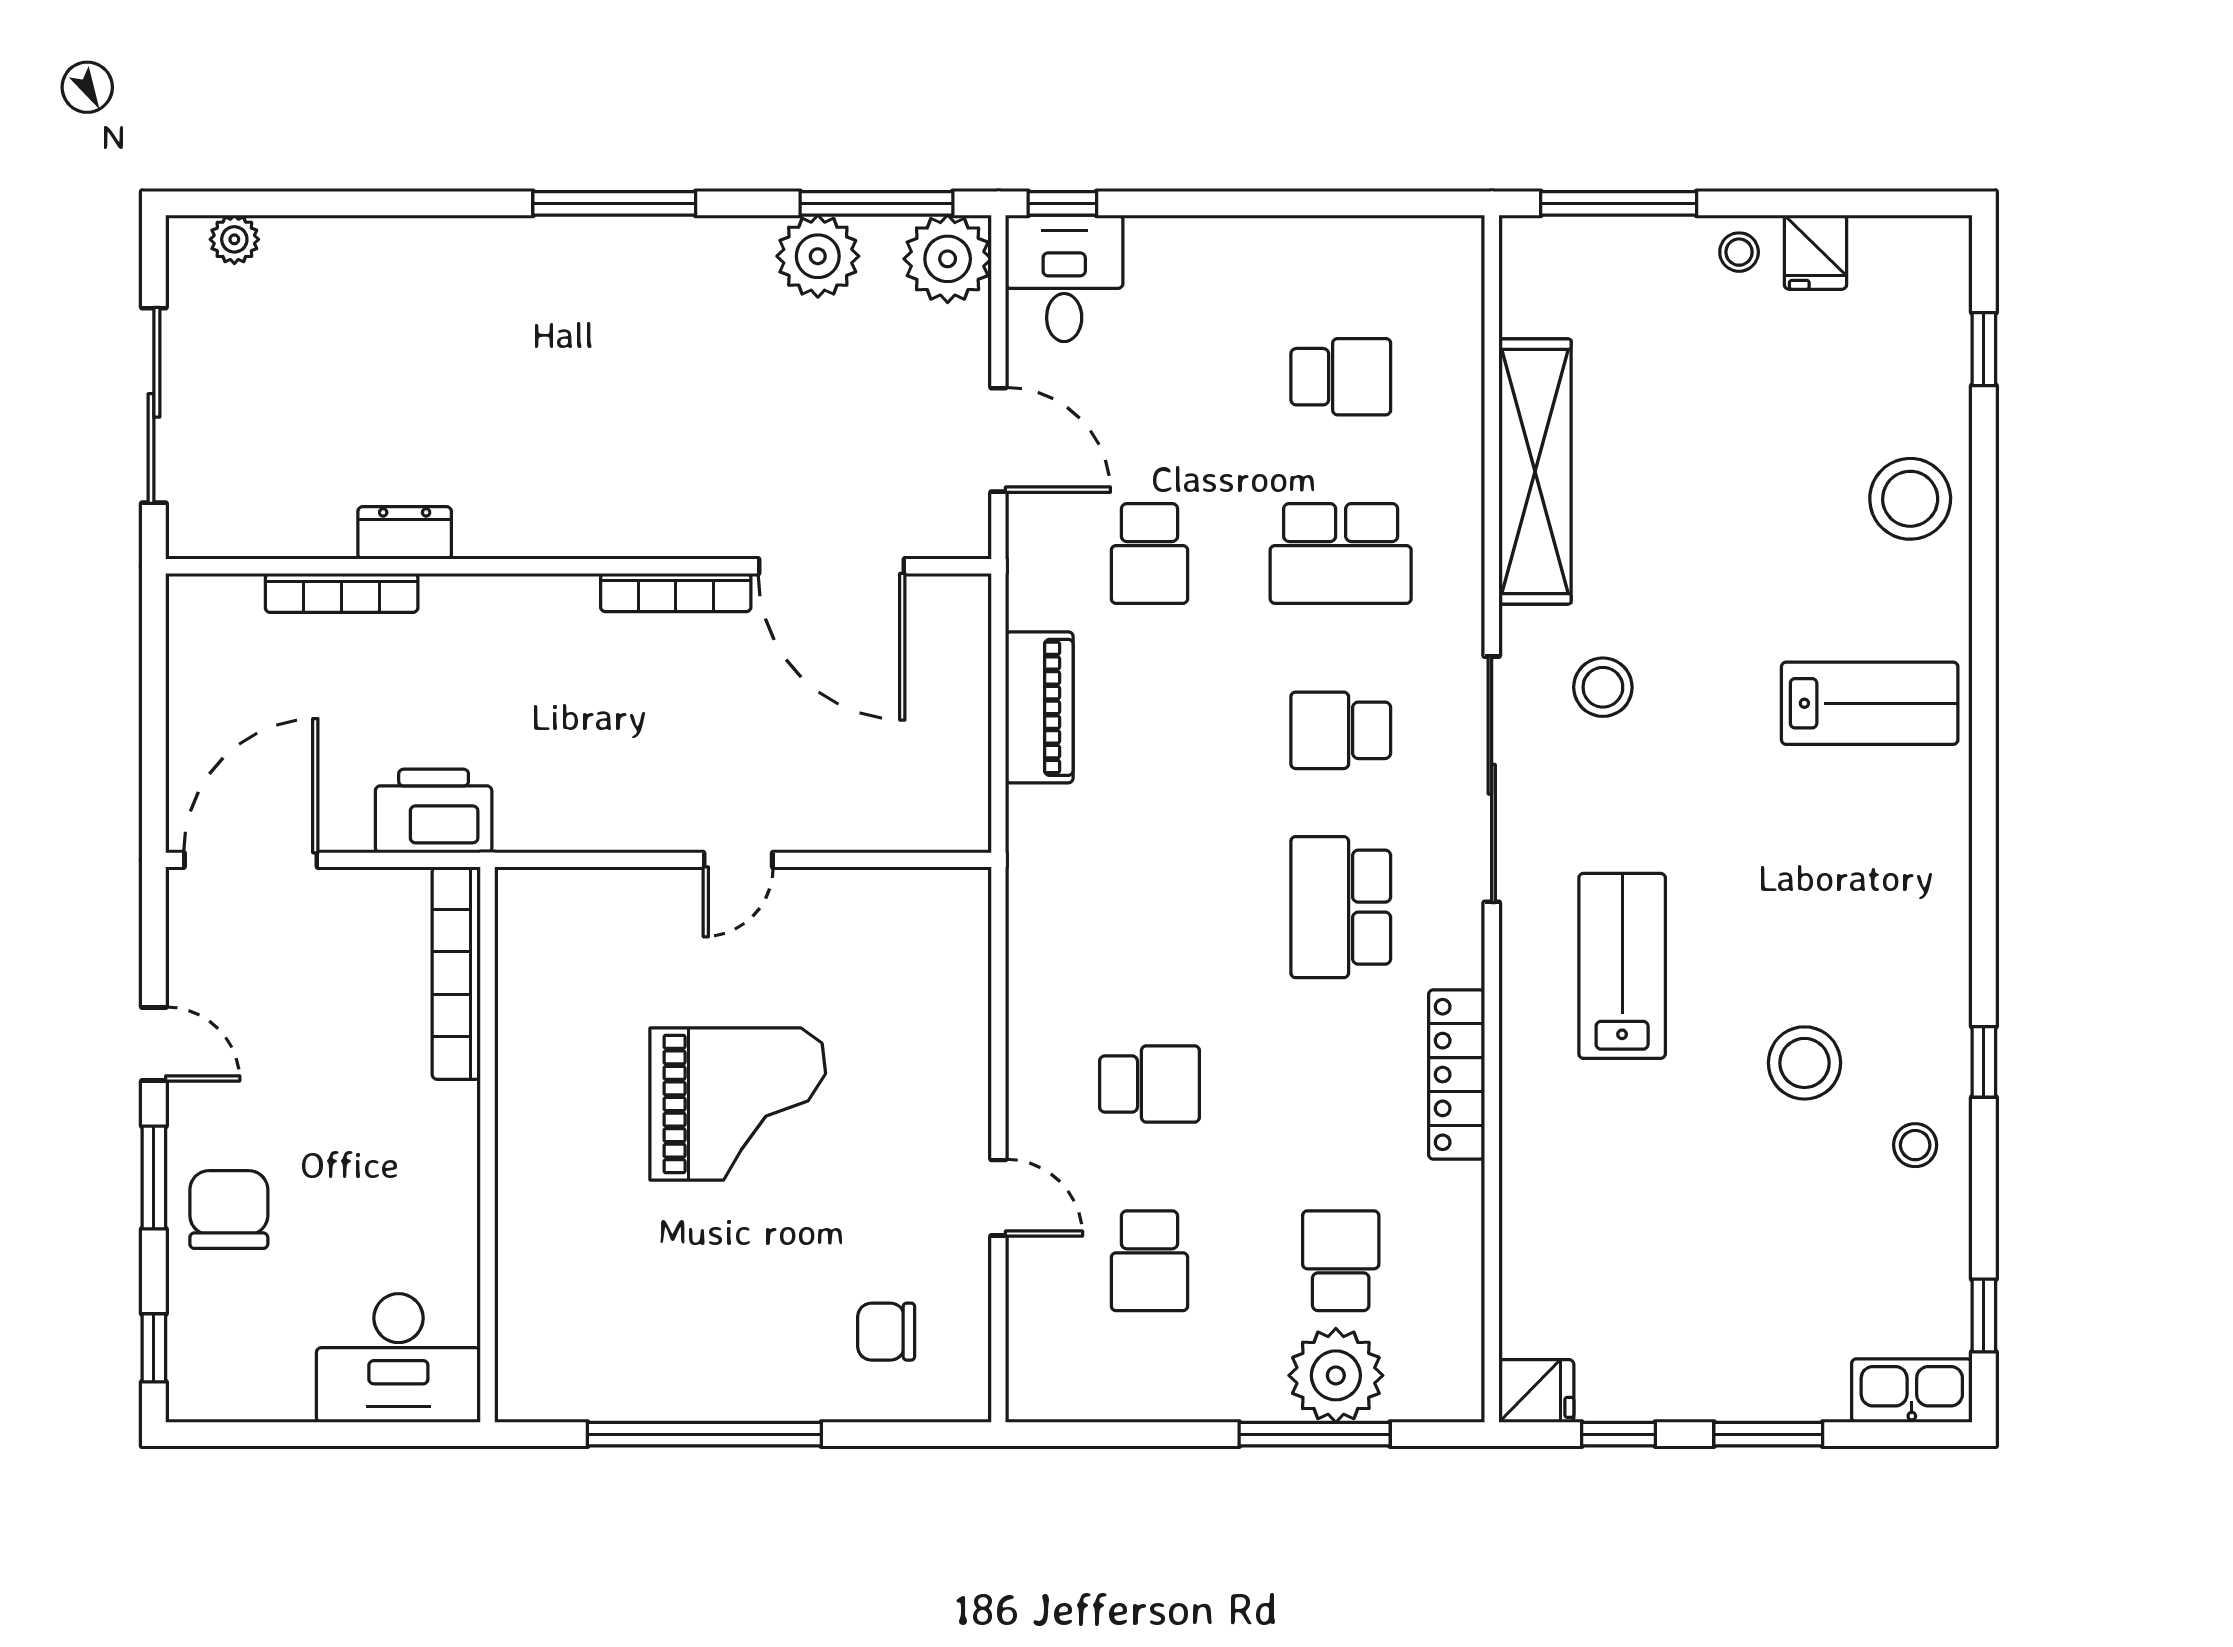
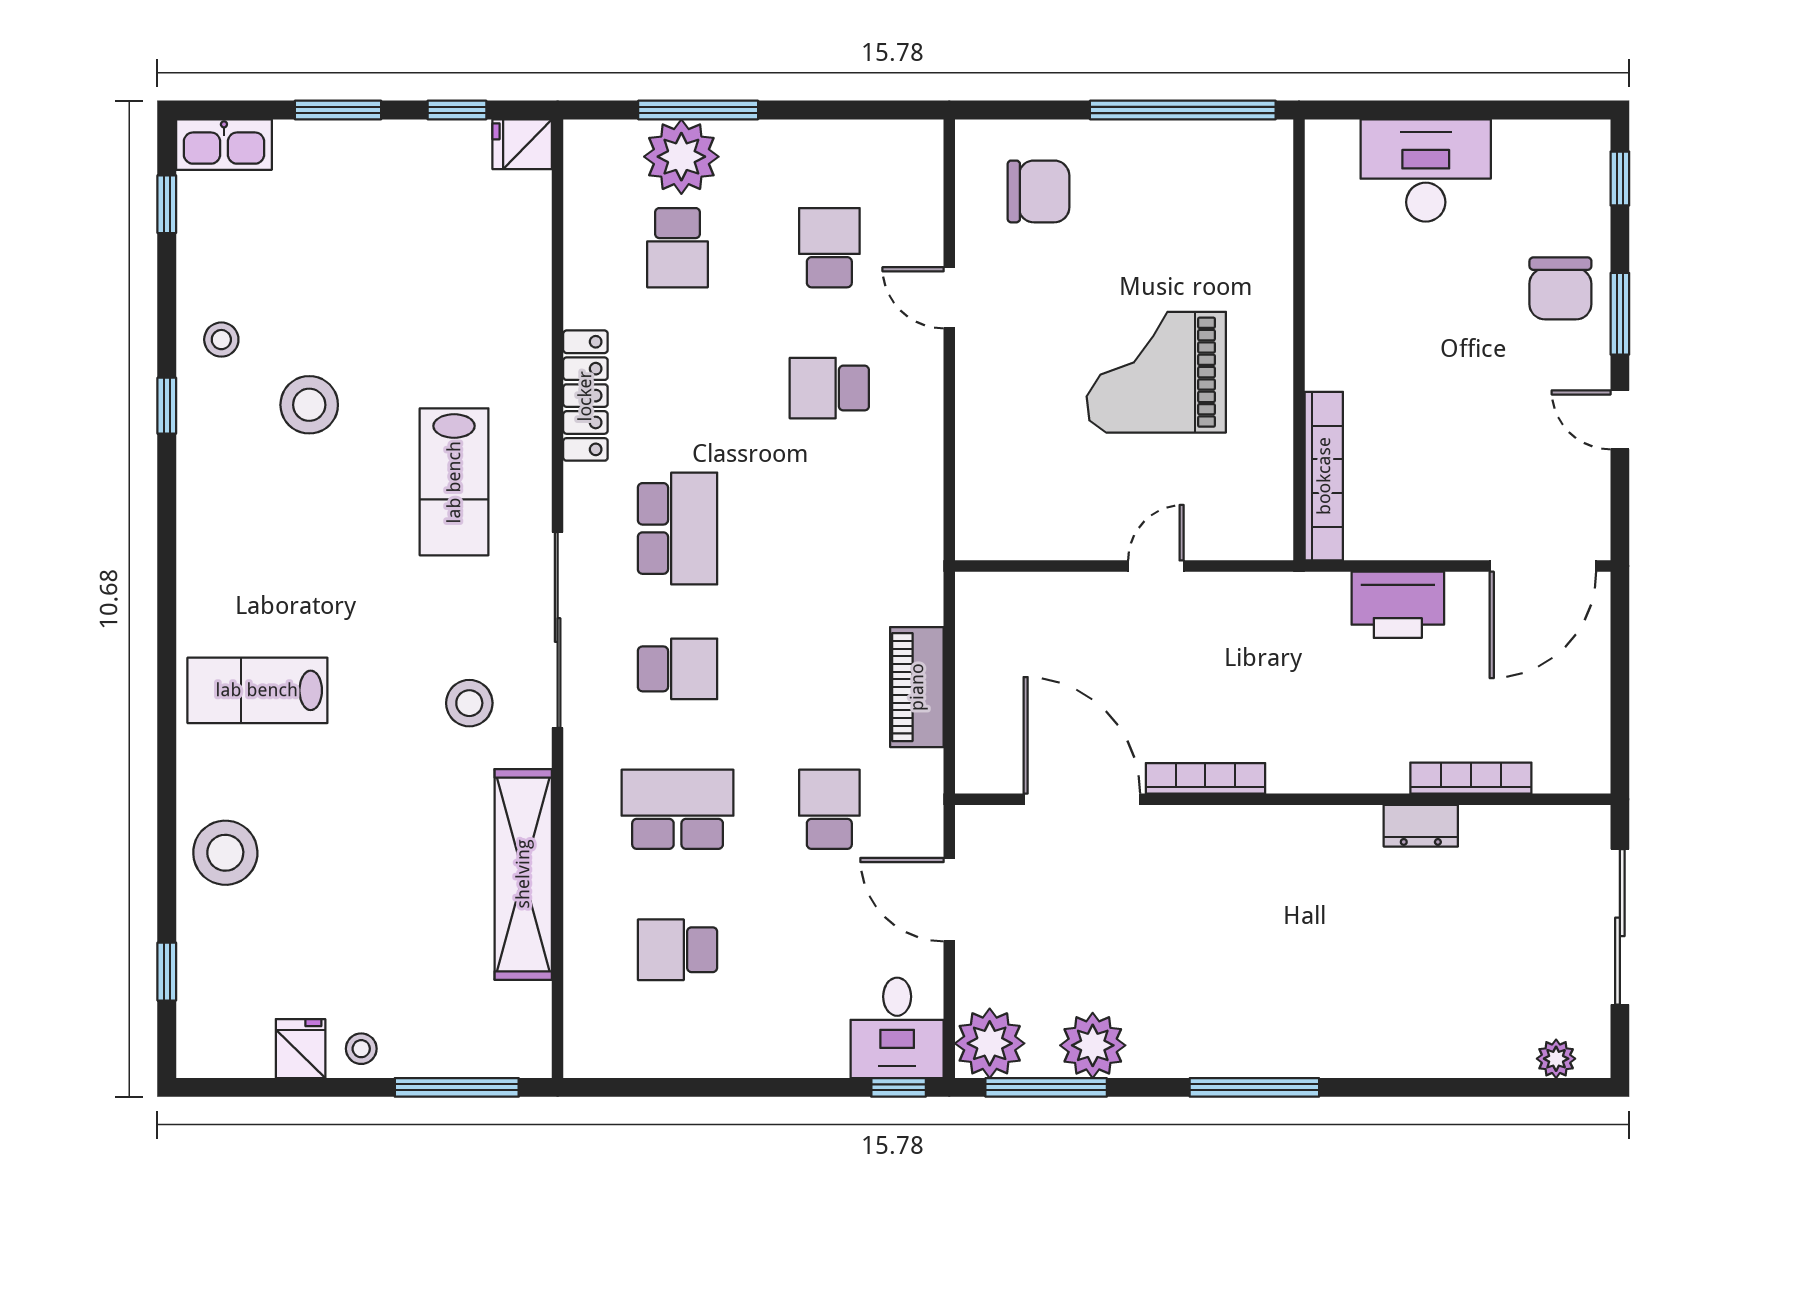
bookcase: (456, 973) -> (1324, 476), moved
wall: (488, 1145) -> (1299, 340), moved
chair: (886, 1332) -> (1038, 191), width x1.37, depth x1.37

